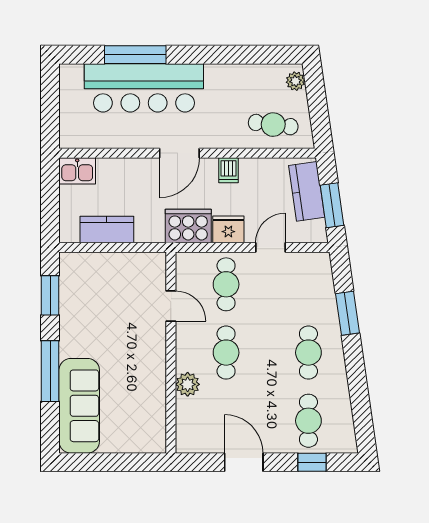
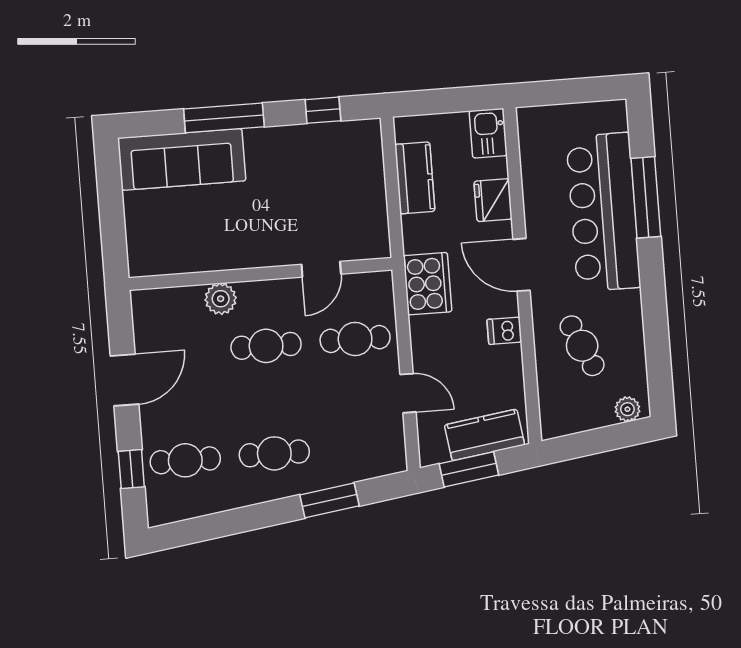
cafe table: (273, 125) -> (582, 346), moved, turned -32
fridge: (228, 229) -> (493, 200), moved, turned 180
window: (50, 295) -> (323, 110), width x0.67

